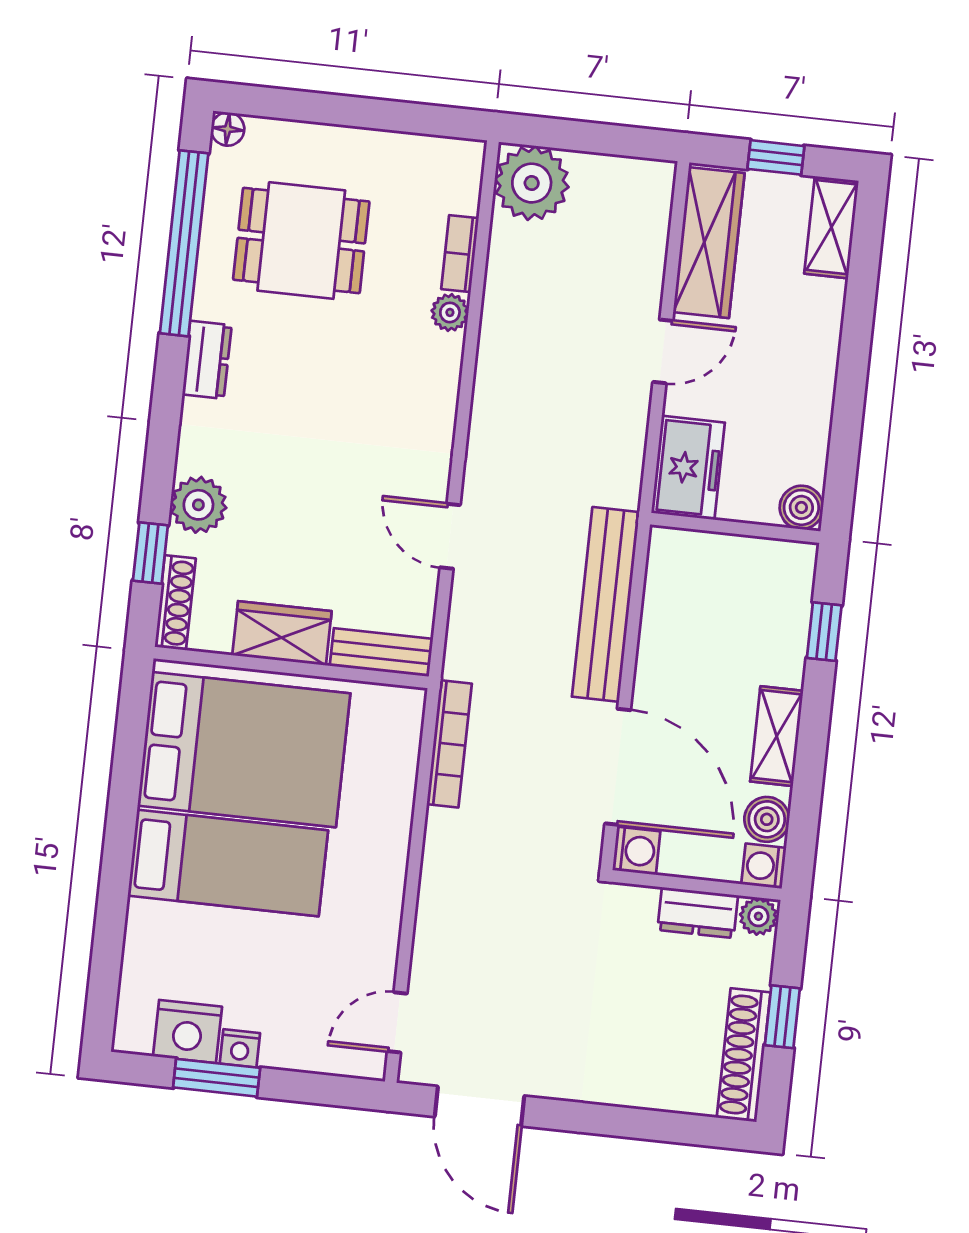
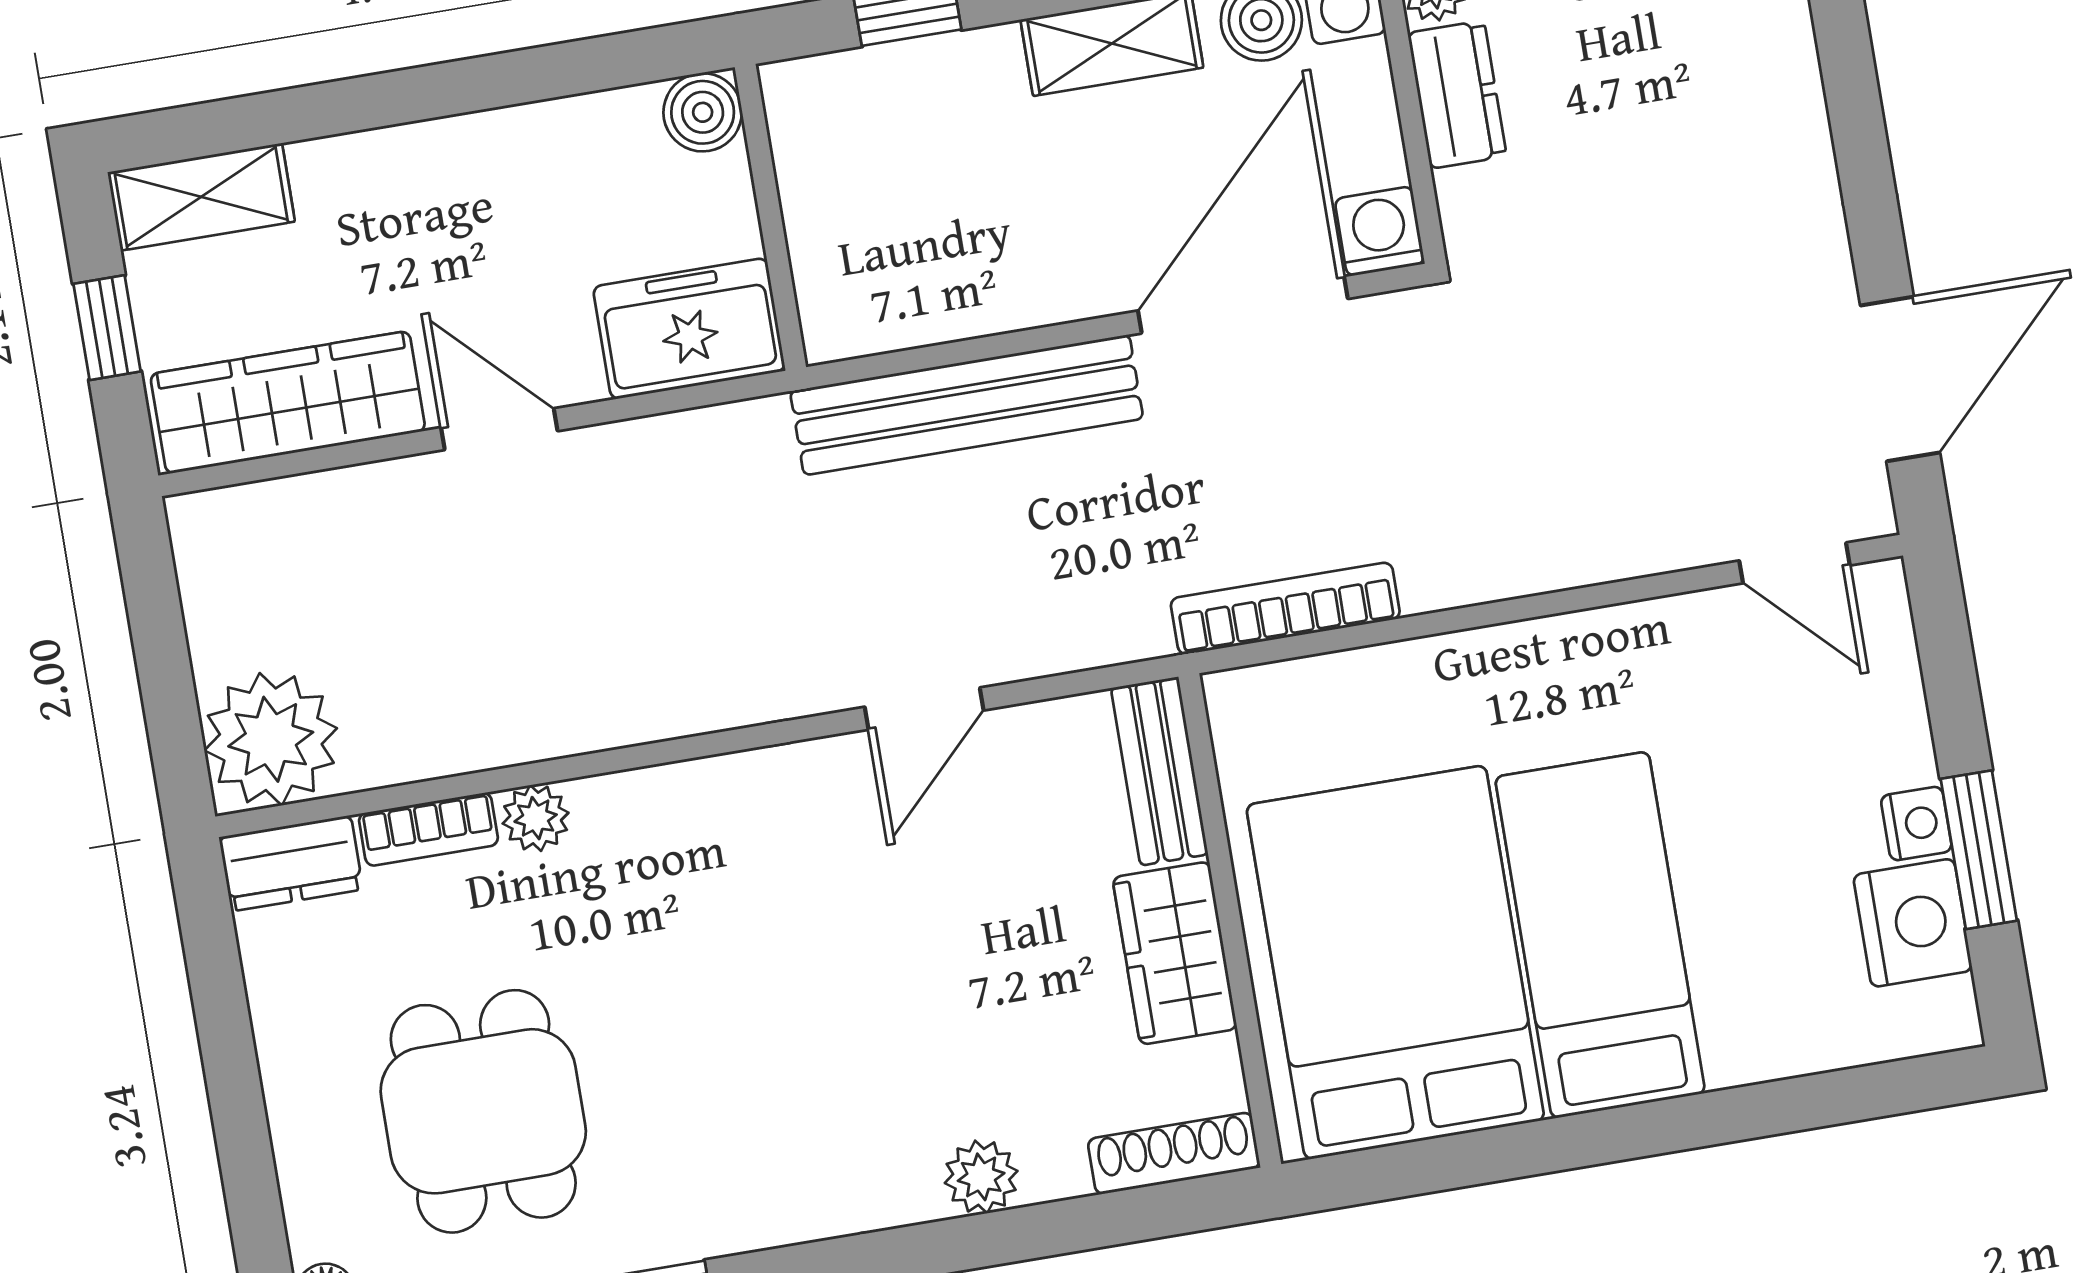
dresser: (207, 360) -> (291, 863), moved, turned 180
plant: (198, 505) -> (981, 1177), width x0.73, depth x0.73
window: (150, 553) -> (1100, 1221), removed

